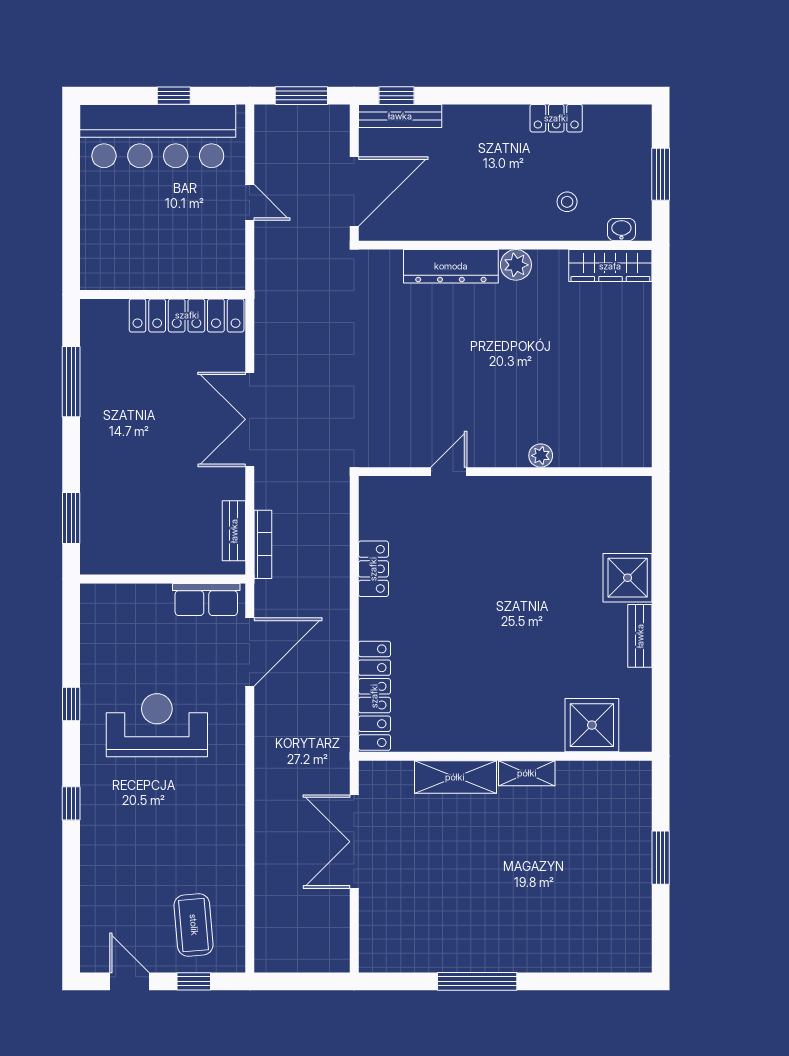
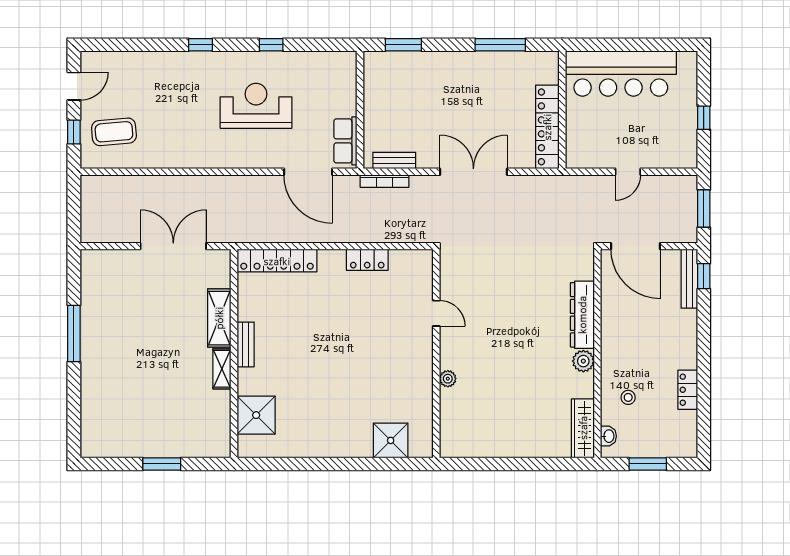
bar counter: (158, 136) -> (621, 74), moved, turned -90
shower: (628, 578) -> (391, 440), moved
bench: (640, 636) -> (246, 344), moved, turned 90
reception desk: (157, 725) -> (256, 106), turned -90

